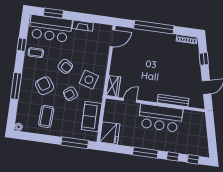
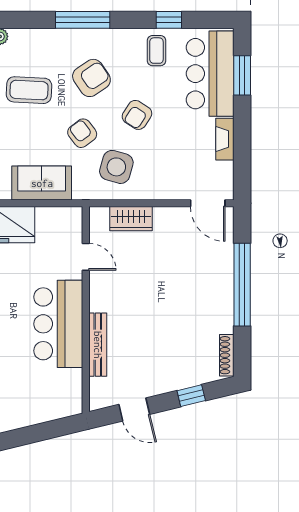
wardrobe: (113, 86) -> (131, 219), moved

